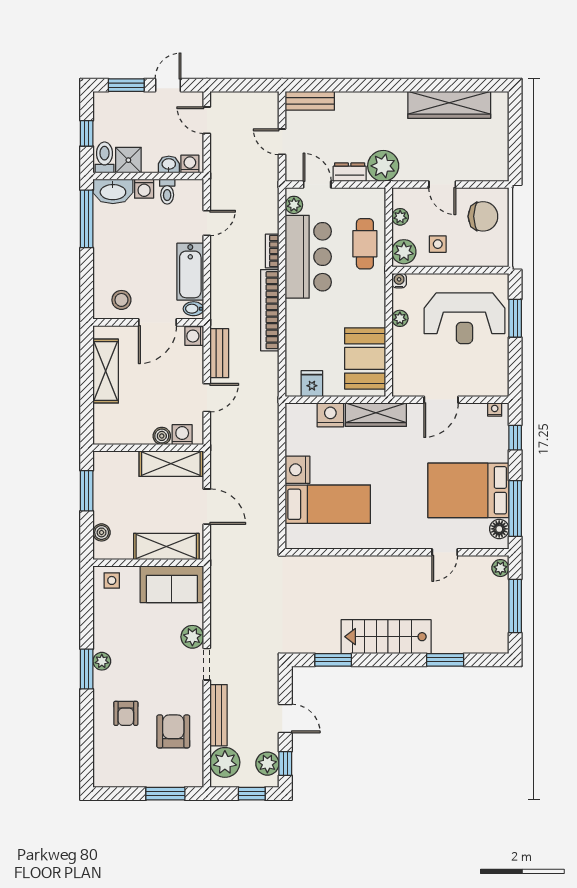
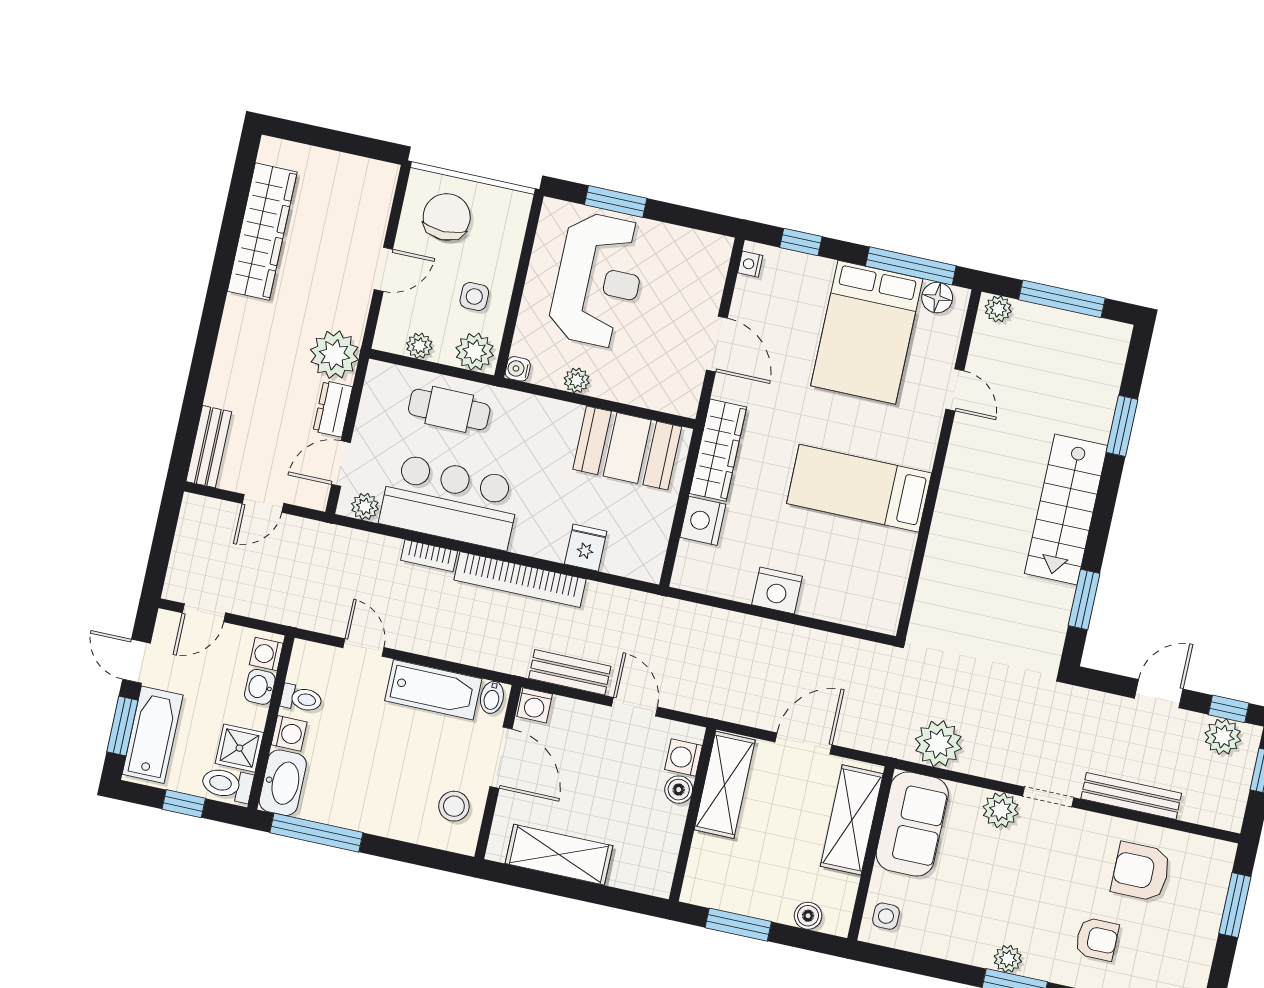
bathtub: (125, 105) -> (153, 735), added
fridge: (312, 384) -> (586, 548), moved, turned 90
bed: (328, 504) -> (859, 488), moved, turned -90
plant: (225, 762) -> (938, 744), moved

